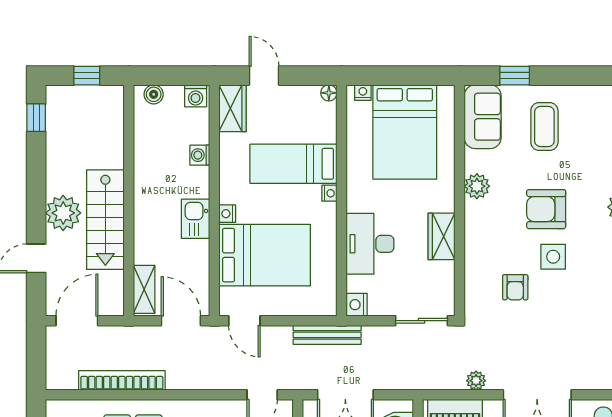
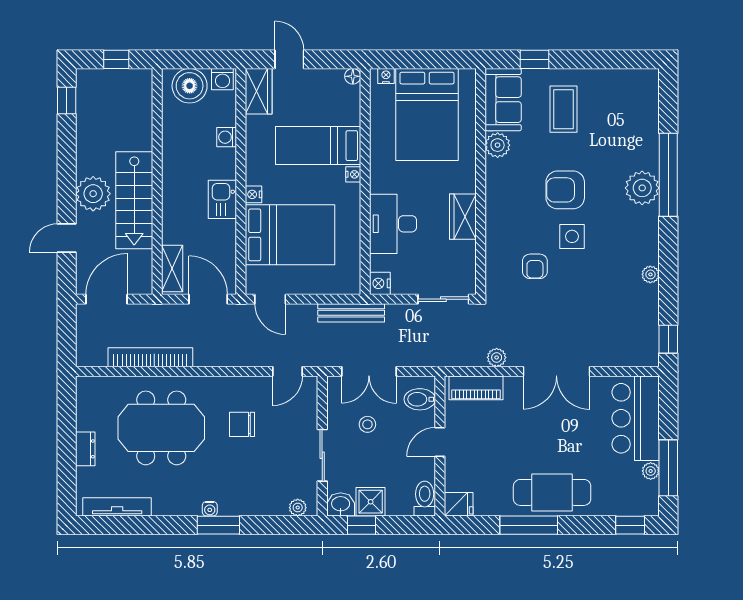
boiler: (154, 94) -> (190, 86), width x1.86, depth x1.86
plant: (477, 186) -> (498, 145), moved

